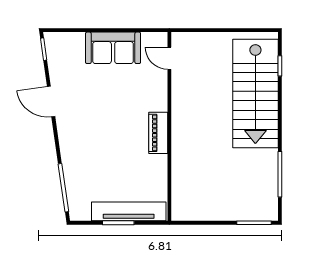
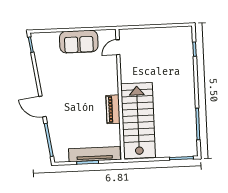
door: (169, 58) -> (118, 47), hinge flipped
stairs: (255, 94) -> (138, 121), moved, turned 180
door: (51, 101) -> (42, 106), moved
piano: (158, 133) -> (113, 109), moved

